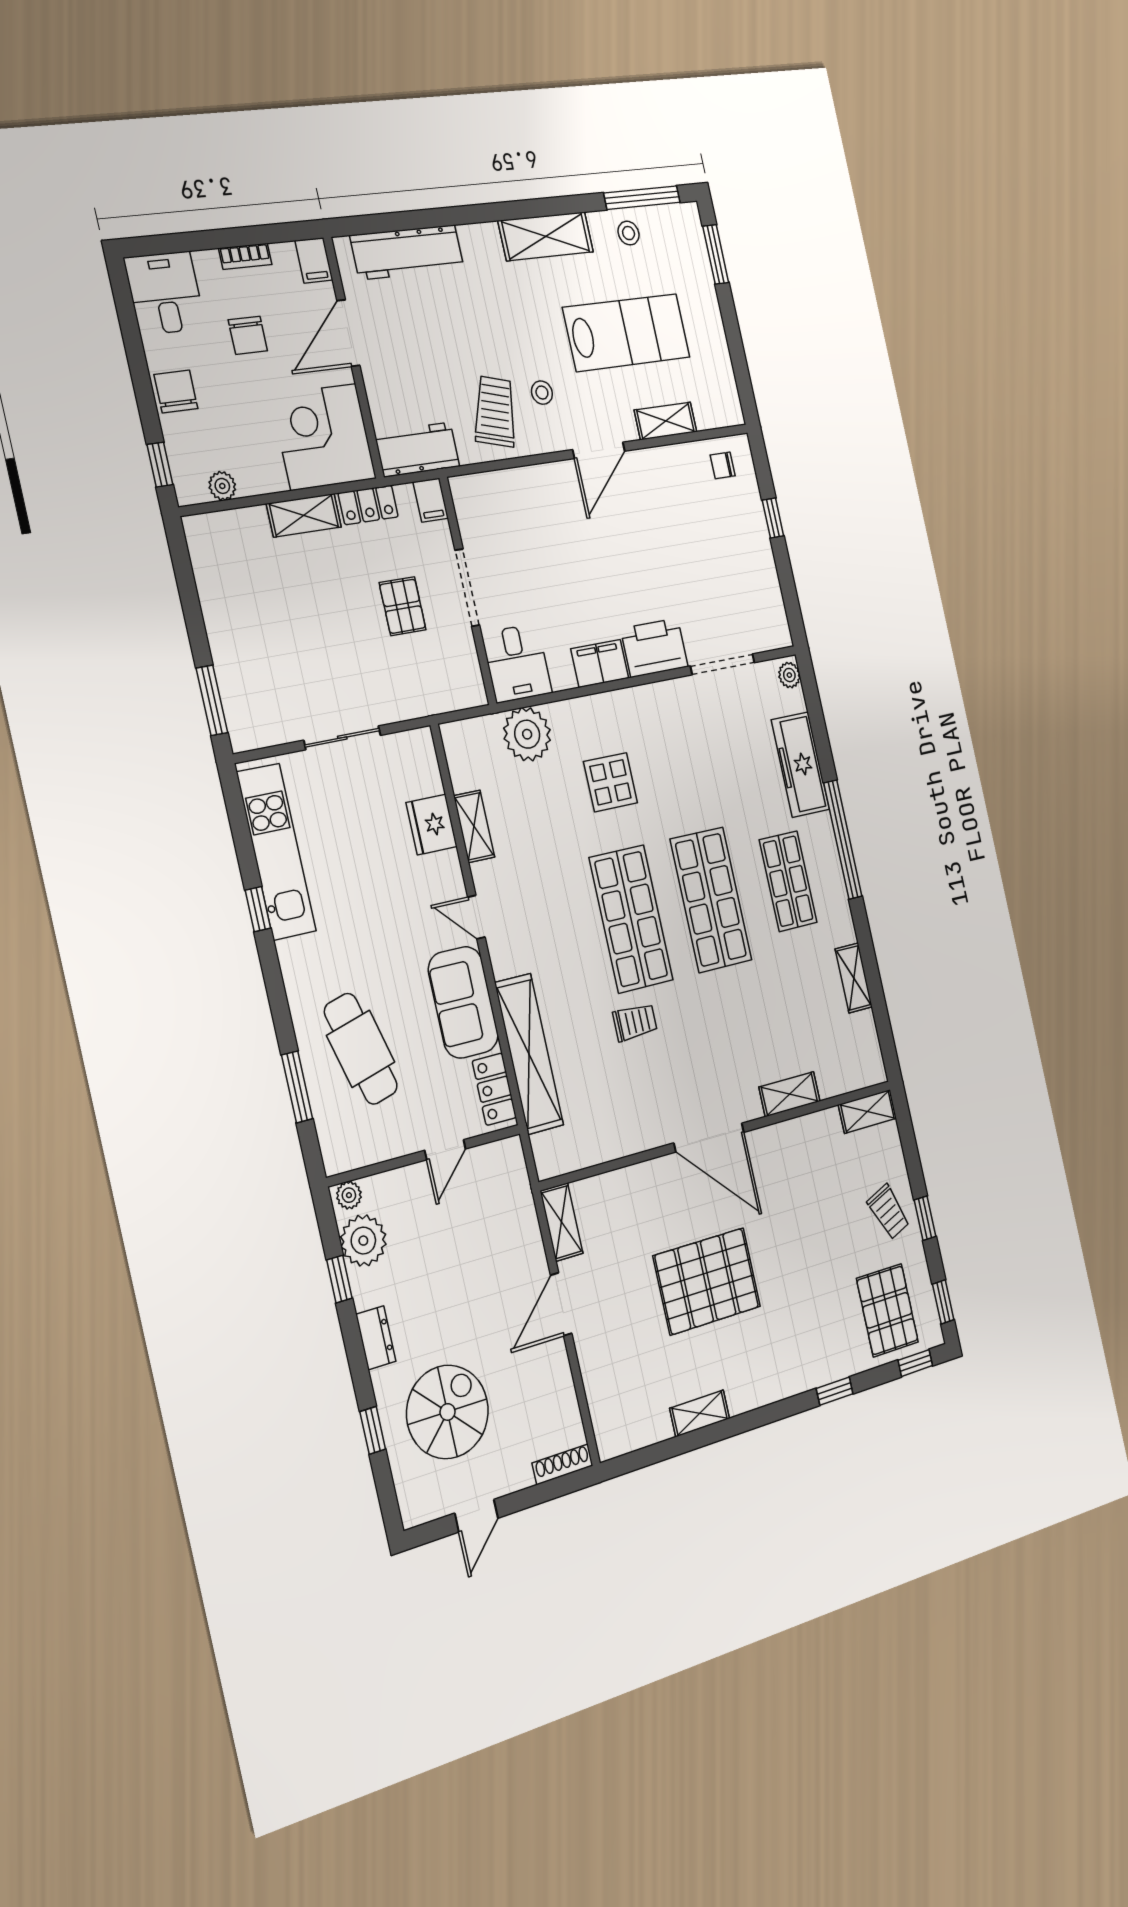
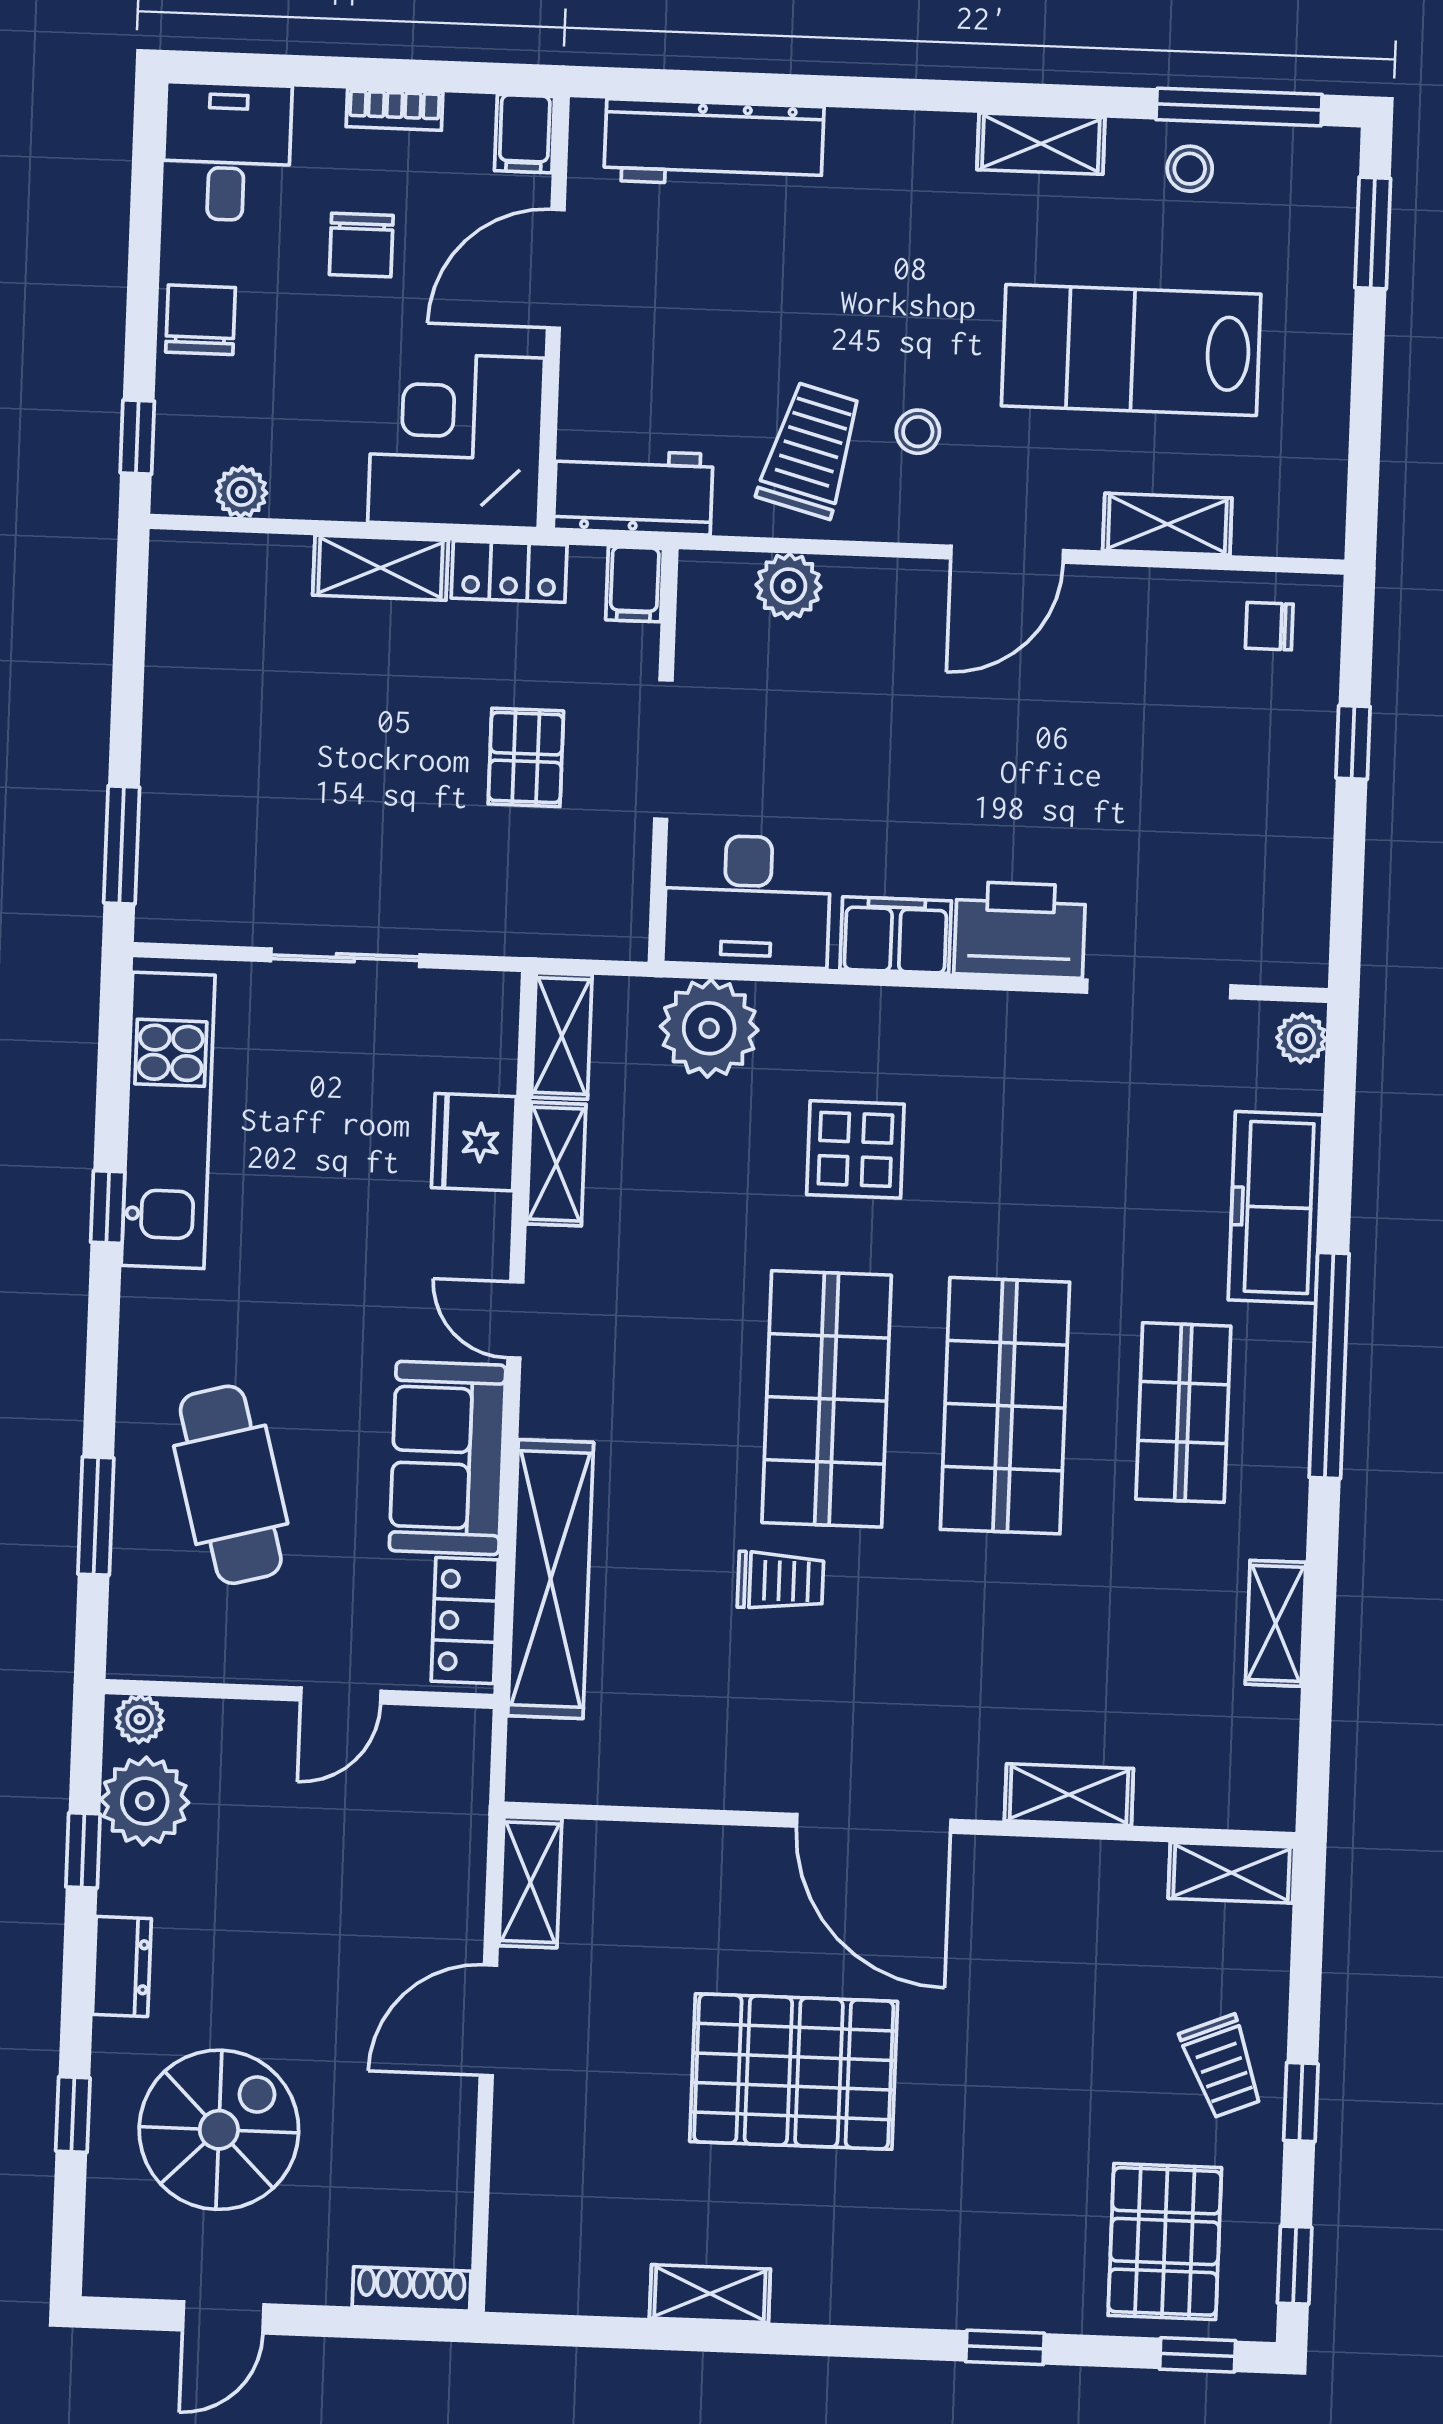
shelving: (546, 236) -> (1041, 144), width x0.67, depth x0.75
lab bench: (627, 332) -> (1131, 350), turned 180
plant: (503, 487) -> (789, 586), added
desk: (517, 663) -> (747, 901), width x1.37
shelving: (459, 755) -> (562, 1036), added

